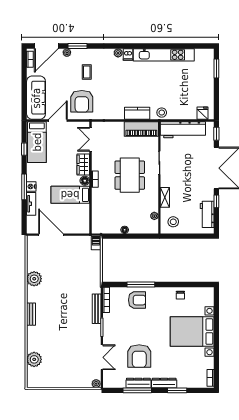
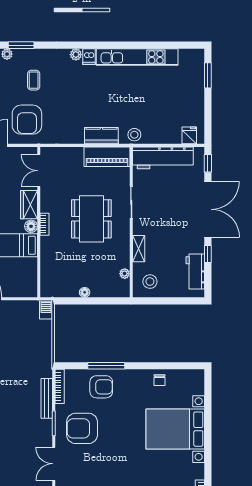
armchair: (139, 356) -> (82, 428), moved, turned 90
double door: (102, 357) -> (54, 464), swing flipped

